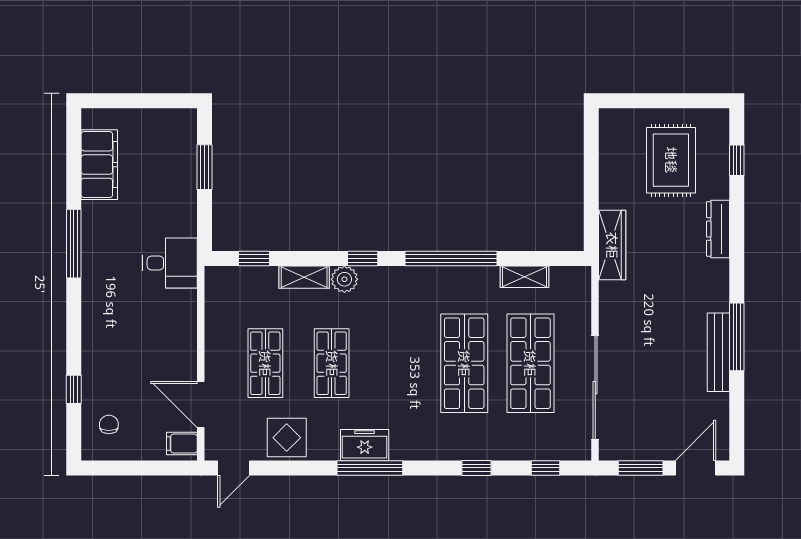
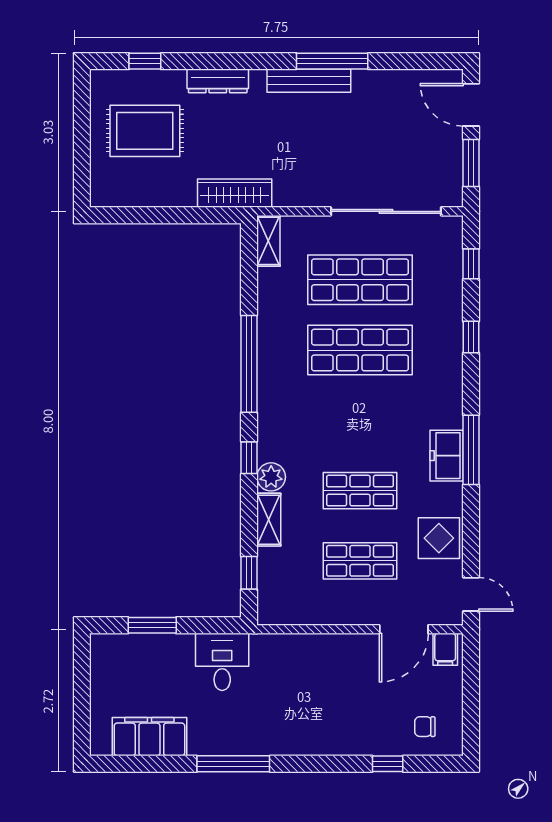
desk: (170, 263) -> (222, 662), moved
shelving: (524, 277) -> (268, 241), moved
bench: (718, 352) -> (309, 81), moved

